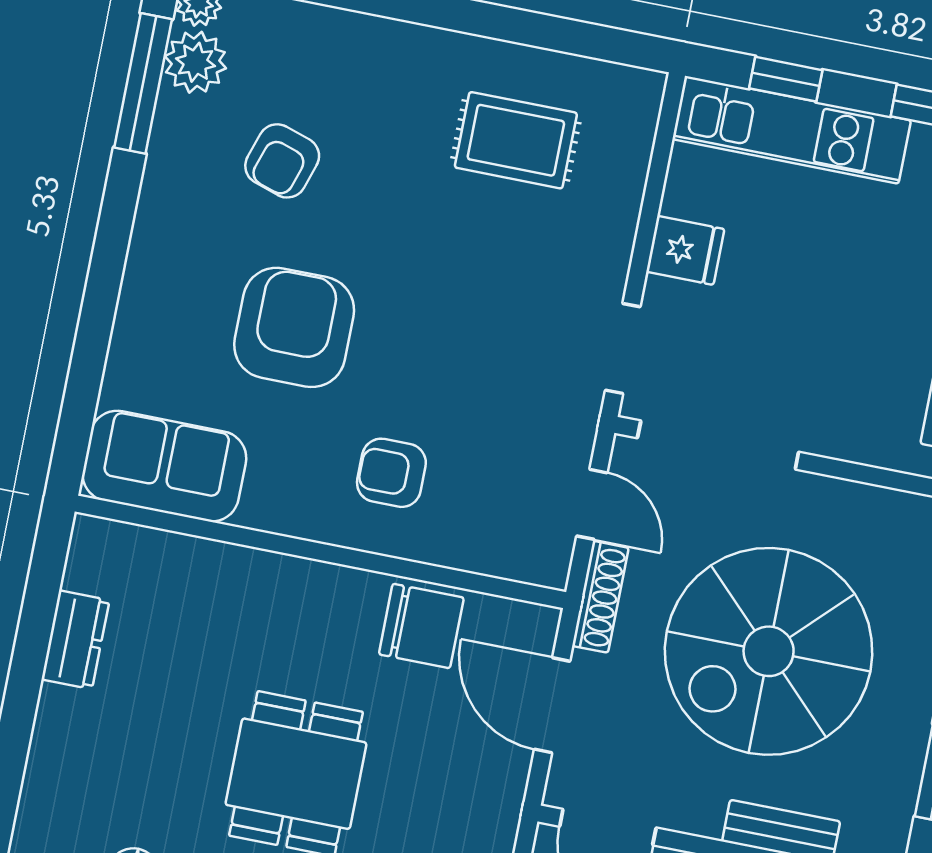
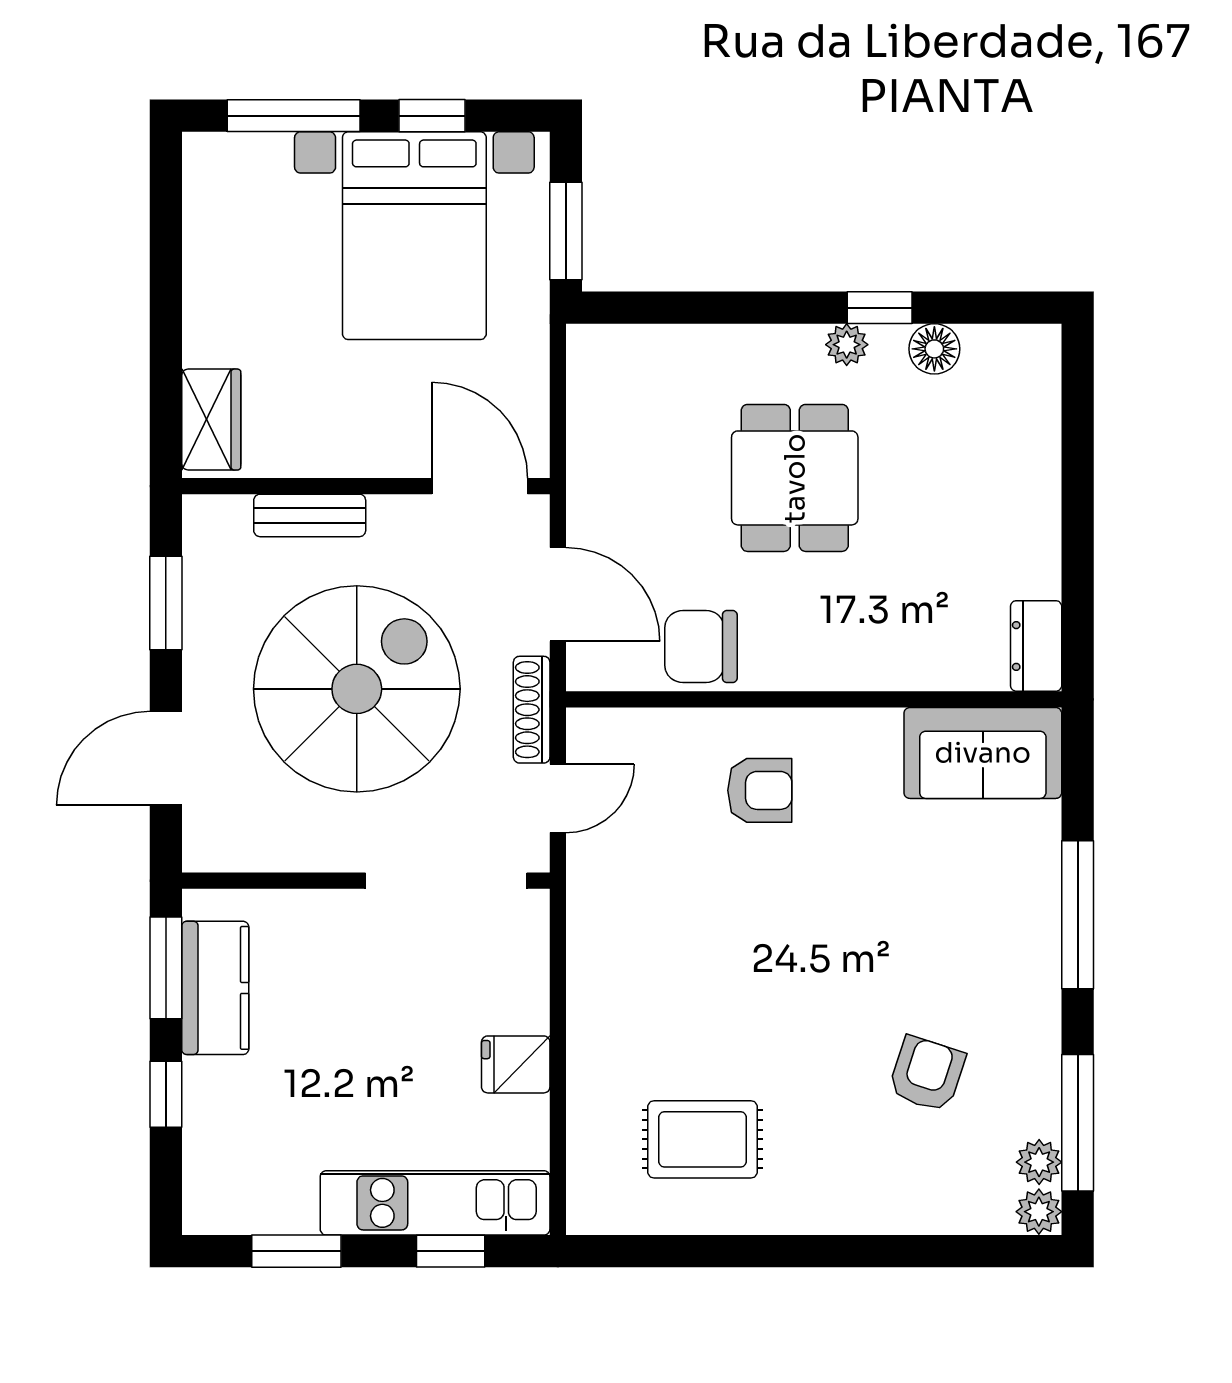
plant: (195, 62) -> (1039, 1162), width x0.73, depth x0.73
window: (103, 288) -> (1078, 915), added
armchair: (294, 327) -> (883, 914), removed
doorway: (623, 349) -> (558, 957), removed
door: (592, 504) -> (558, 798), swing flipped
dresser: (75, 640) -> (1036, 646), moved

